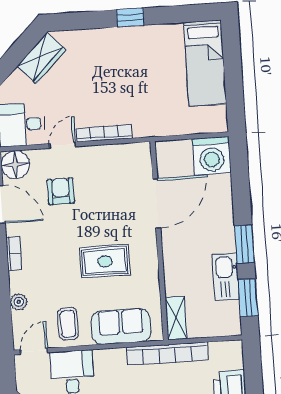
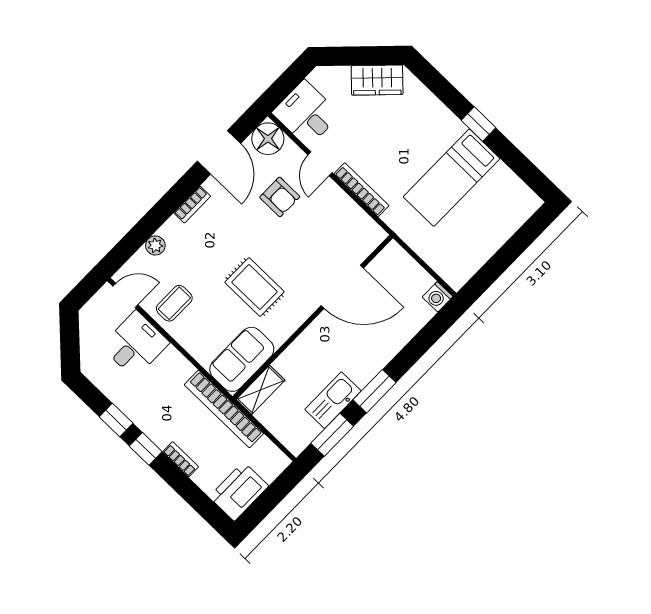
bed: (205, 63) -> (452, 178), moved
door: (63, 145) -> (320, 164), swing flipped
washing machine: (212, 156) -> (438, 297), width x0.53, depth x0.53
armchair: (61, 191) -> (280, 197), turned 90
sofa: (121, 326) -> (242, 359), moved, turned -90

